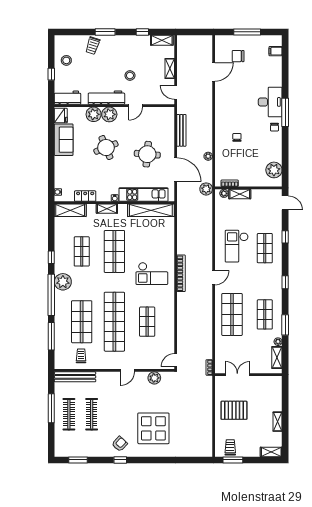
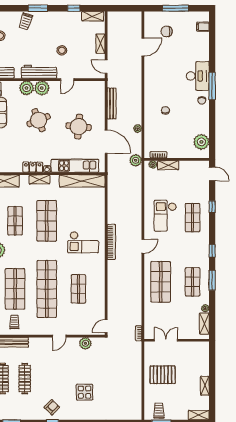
locker: (85, 196) -> (33, 167), moved
window: (285, 325) -> (212, 280), moved
display table: (153, 428) -> (85, 392), width x0.54, depth x0.54

